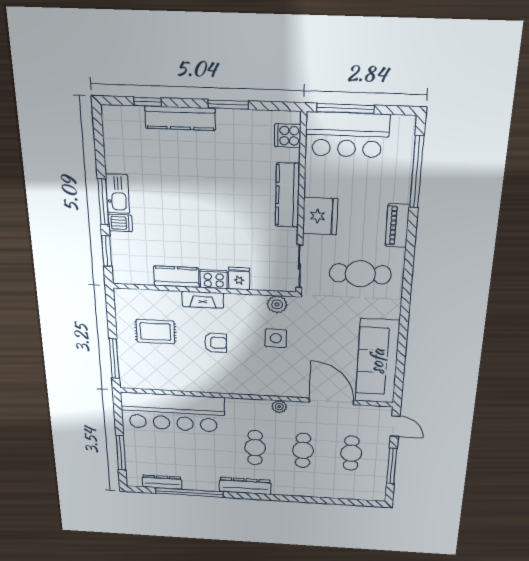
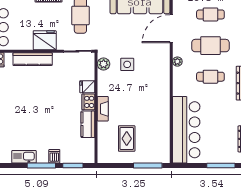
kitchen sink: (118, 194) -> (24, 157), moved
armchair: (215, 343) -> (132, 101), removed
cafe table: (303, 450) -> (210, 46), width x1.37, depth x1.35

